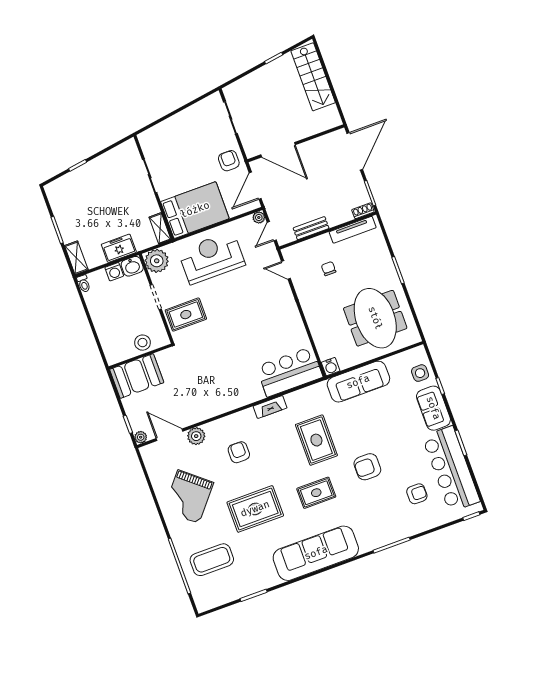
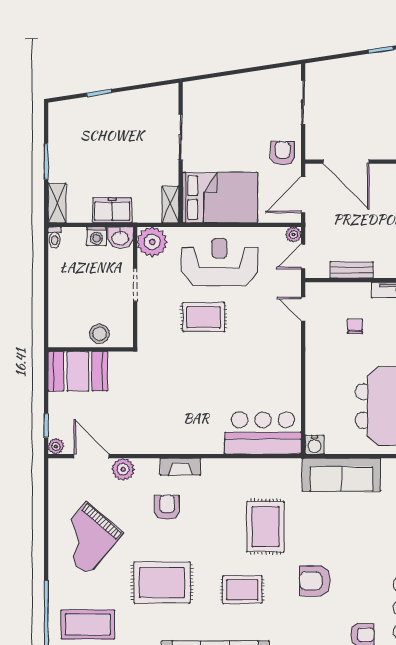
rug: (186, 315) -> (204, 317), moved
fireplace: (270, 407) -> (180, 467), moved

